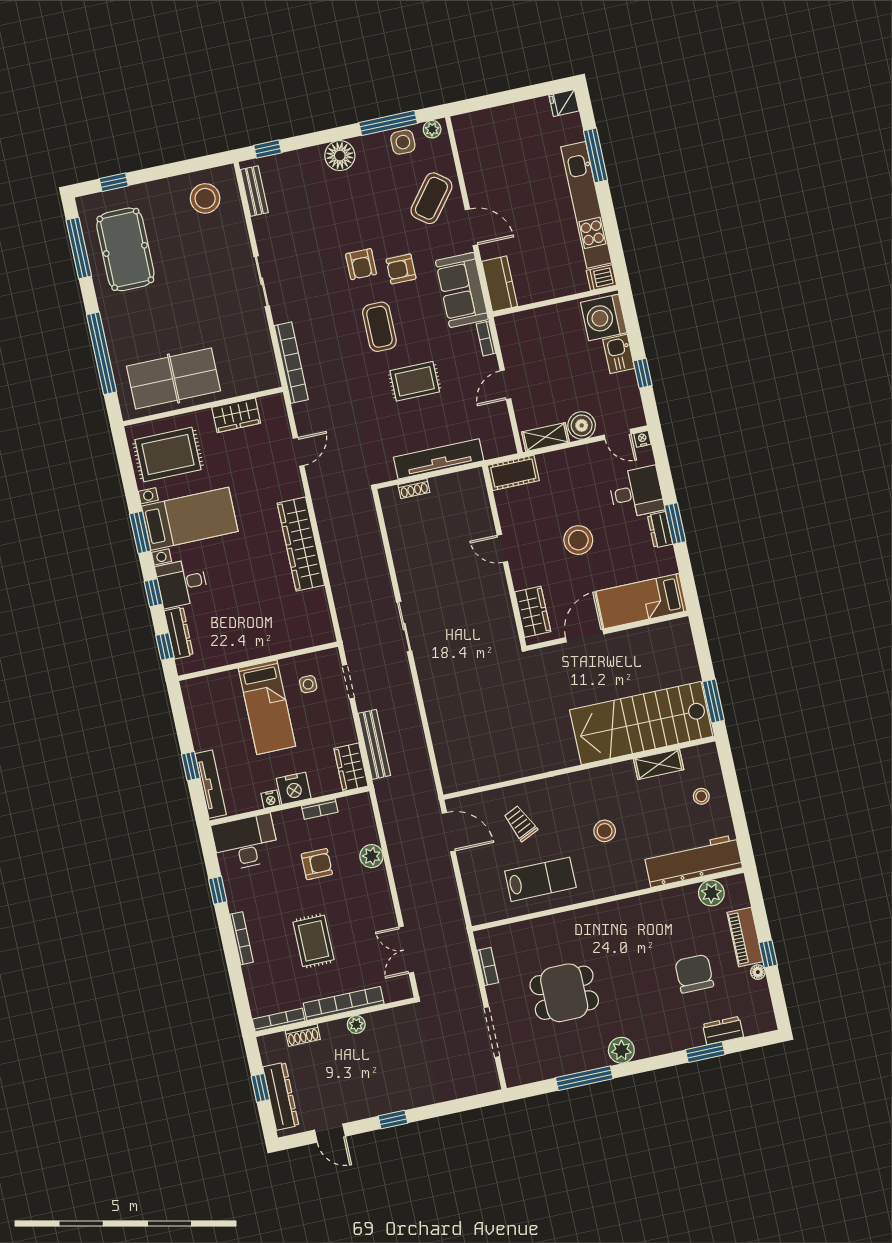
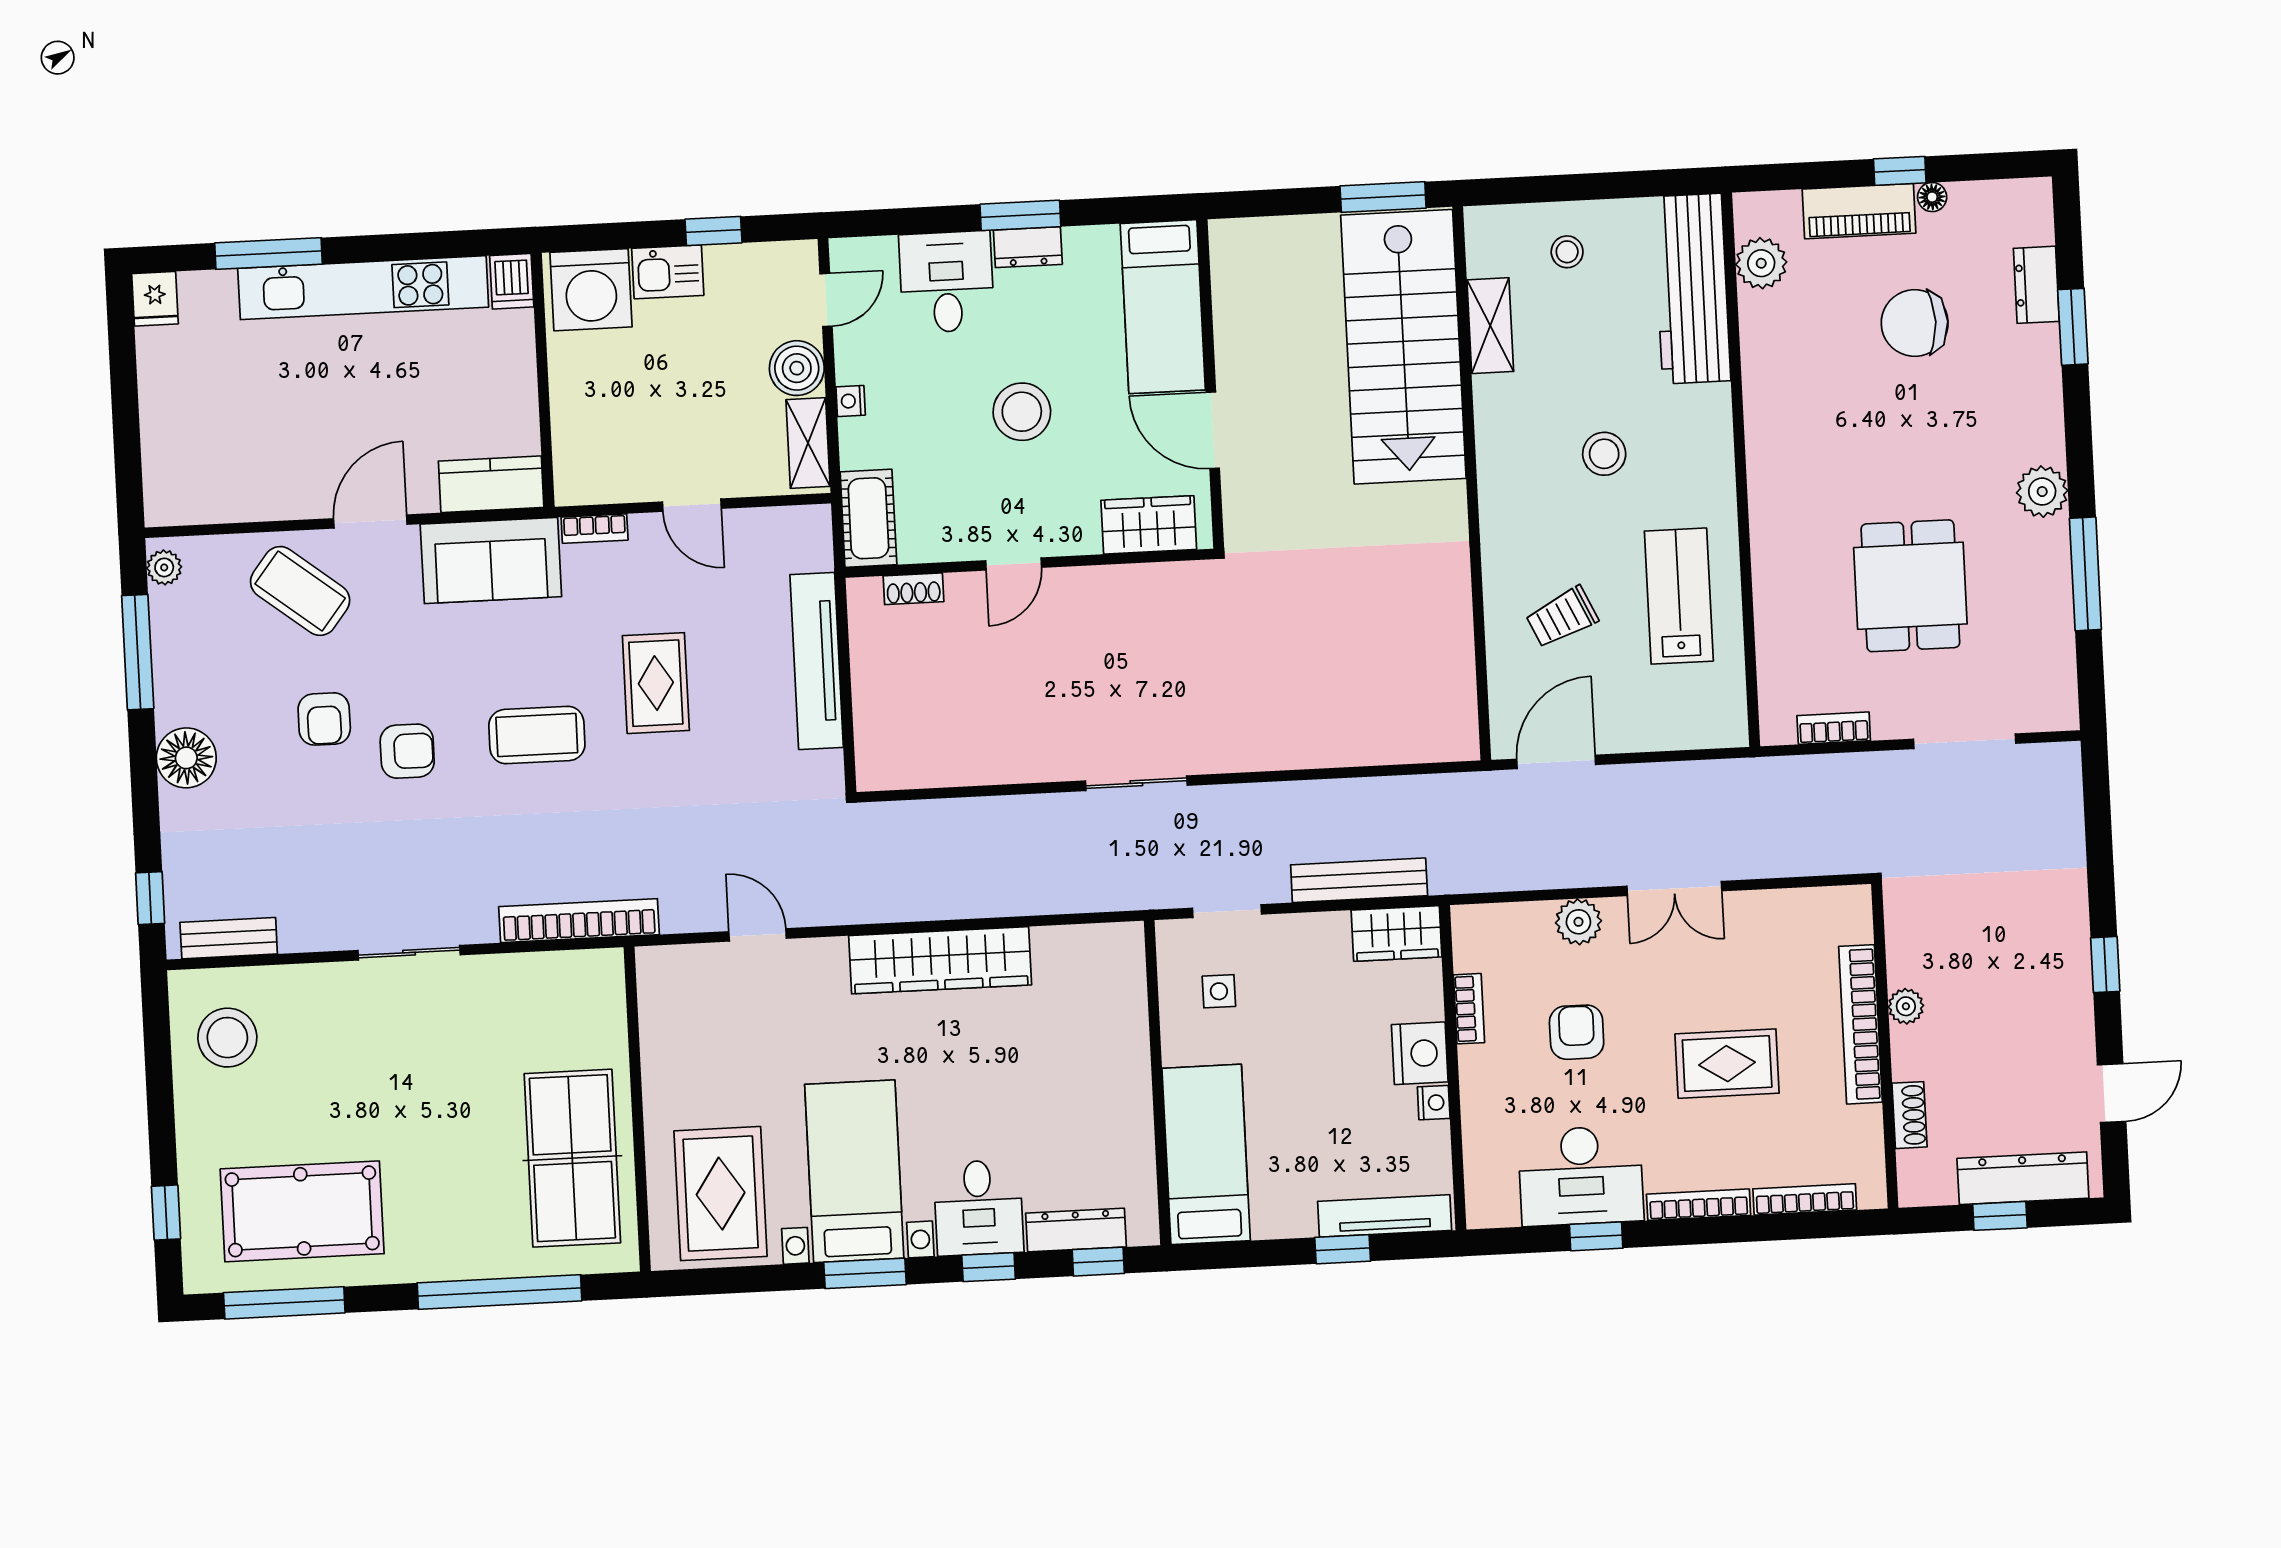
side table: (403, 142) -> (180, 629), removed
armchair: (401, 269) -> (324, 719), moved
wardrobe: (236, 415) -> (665, 1046), removed
nightstand: (642, 439) -> (851, 401), moved
shoe rack: (414, 488) -> (913, 589), moved, turned 90
bed: (267, 707) -> (1206, 1154), moved, turned -90
desk: (245, 843) -> (1581, 1176), moved, turned -90
double door: (406, 950) -> (1674, 889), moved
bookcase: (279, 1020) -> (1805, 1199), moved, turned 90

